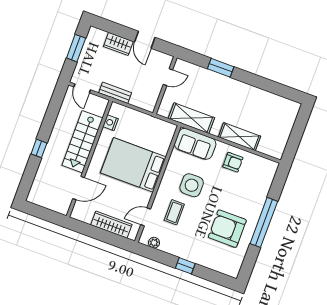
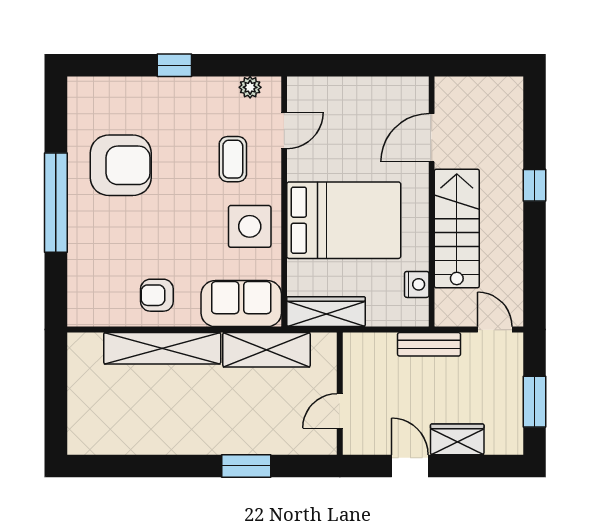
shelving: (239, 137) -> (162, 348), width x1.47
side table: (192, 185) -> (250, 226), moved
wardrobe: (111, 225) -> (326, 312), moved, turned 180

